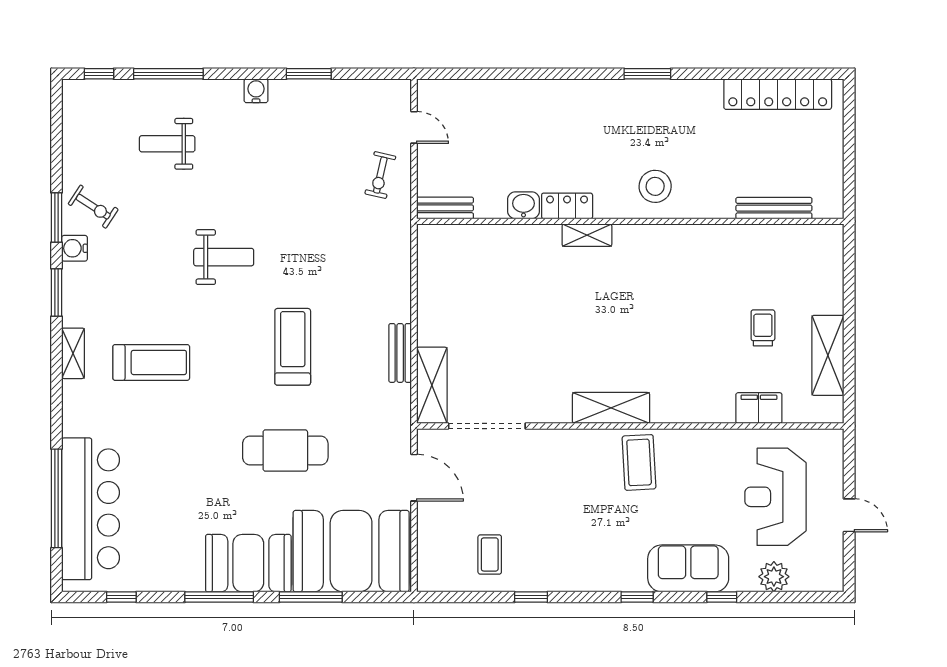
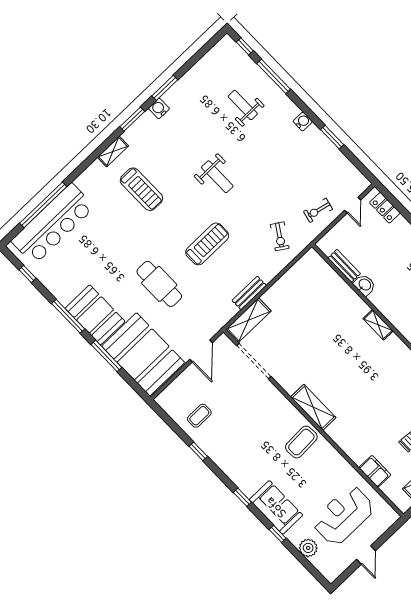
locker: (567, 206) -> (385, 208), moved, turned 180
exercise bike: (93, 207) -> (280, 236), moved
bench: (445, 208) -> (344, 266), moved

